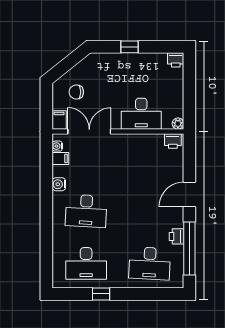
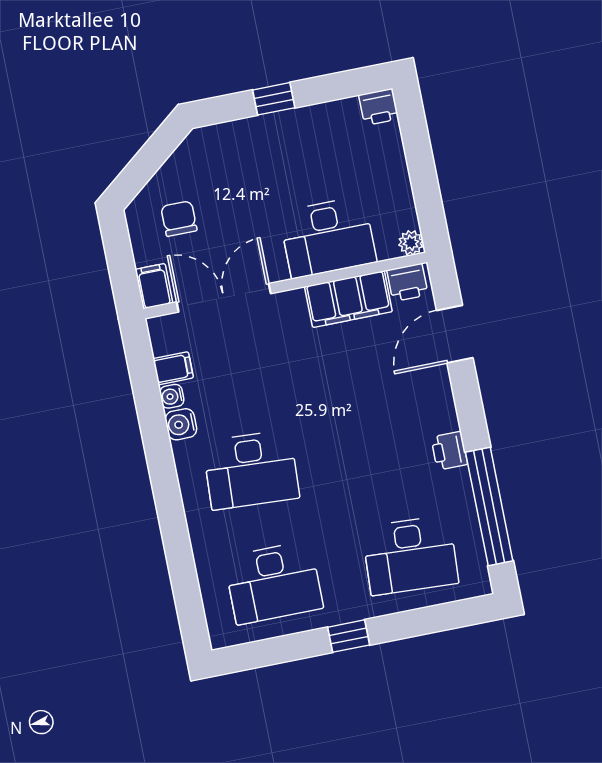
chair: (76, 92) -> (179, 219), turned 90
filing cabinet: (145, 143) -> (348, 299), added
water cooler: (57, 146) -> (172, 396), moved
door: (189, 195) -> (455, 334), moved
printer: (177, 236) -> (449, 451), moved
window: (101, 294) -> (349, 636), moved

